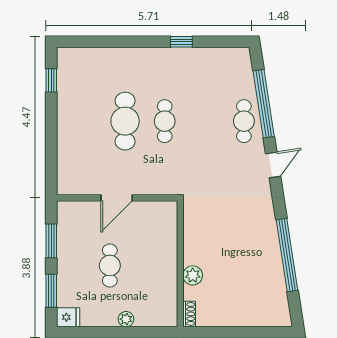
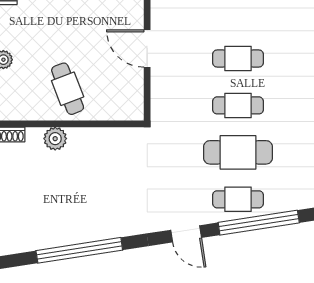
cafe table: (125, 121) -> (238, 59), width x0.73, depth x0.74
cafe table: (204, 121) -> (238, 152), added
cafe table: (110, 265) -> (68, 89), moved, turned 69

